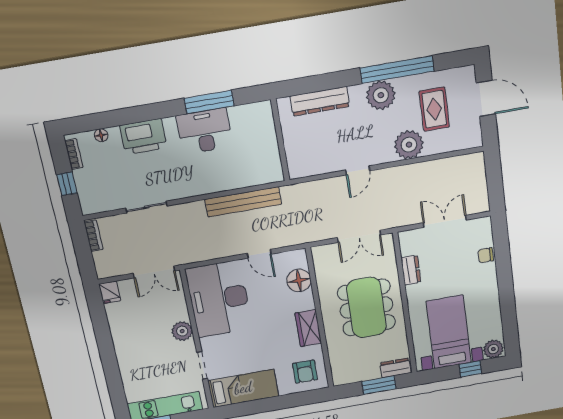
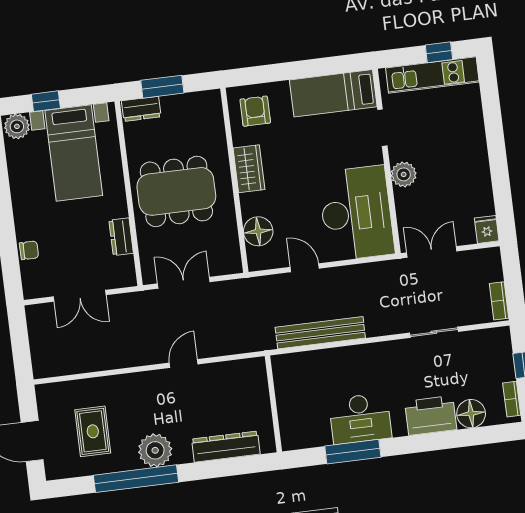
floor lamp: (101, 135) -> (471, 414), width x1.89, depth x1.89
plant: (409, 145) -> (123, 391), removed
dining table: (366, 308) -> (176, 191), turned 90

